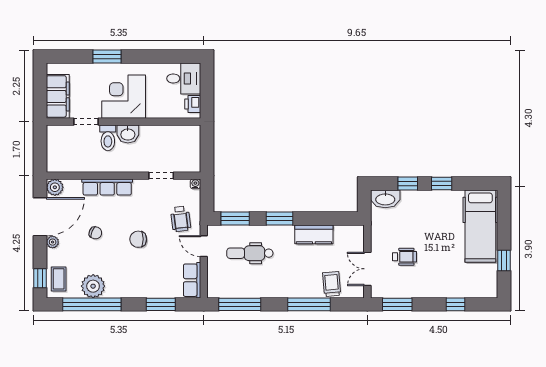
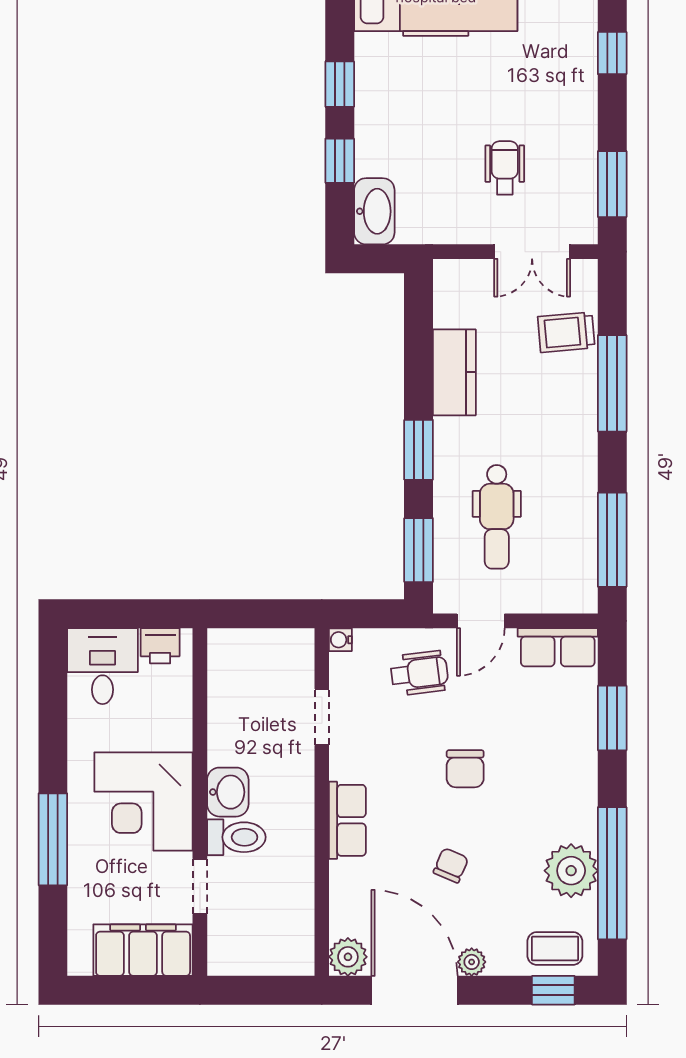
window: (107, 56) -> (53, 839), width x1.44
row of seats: (107, 187) -> (347, 820), width x0.68

